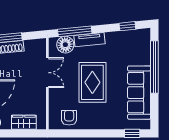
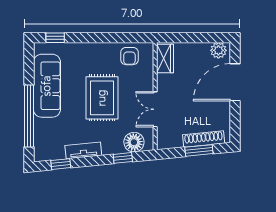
window: (75, 31) -> (123, 158), width x0.46
tv unit: (90, 40) -> (83, 150), moved
wardrobe: (24, 122) -> (165, 59), moved, turned -90

